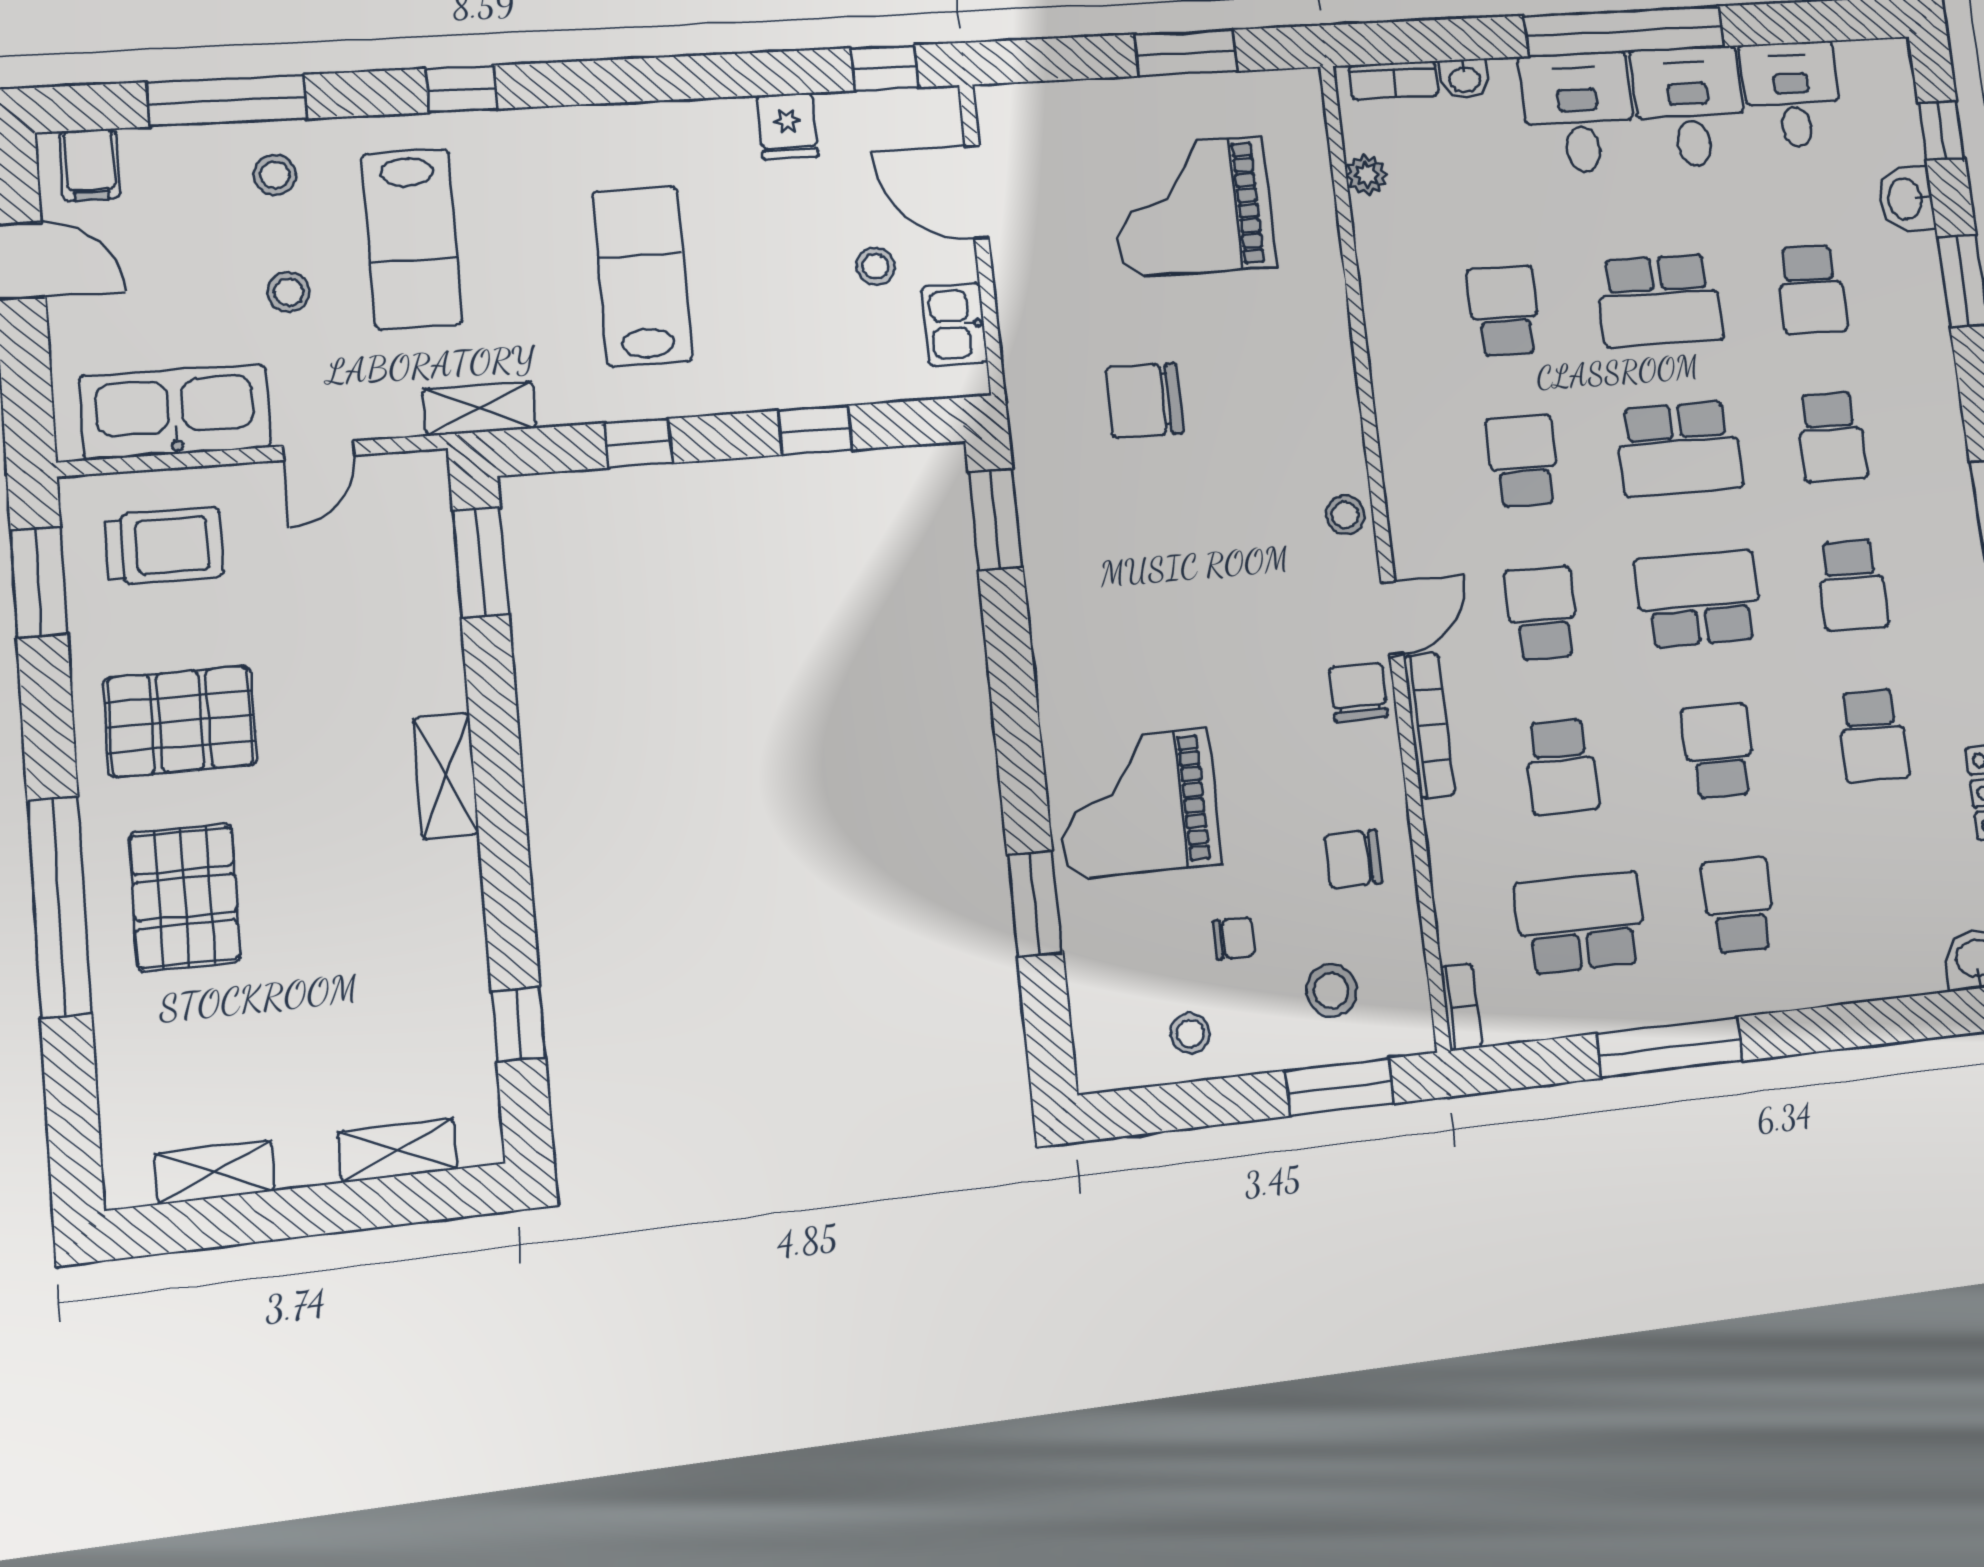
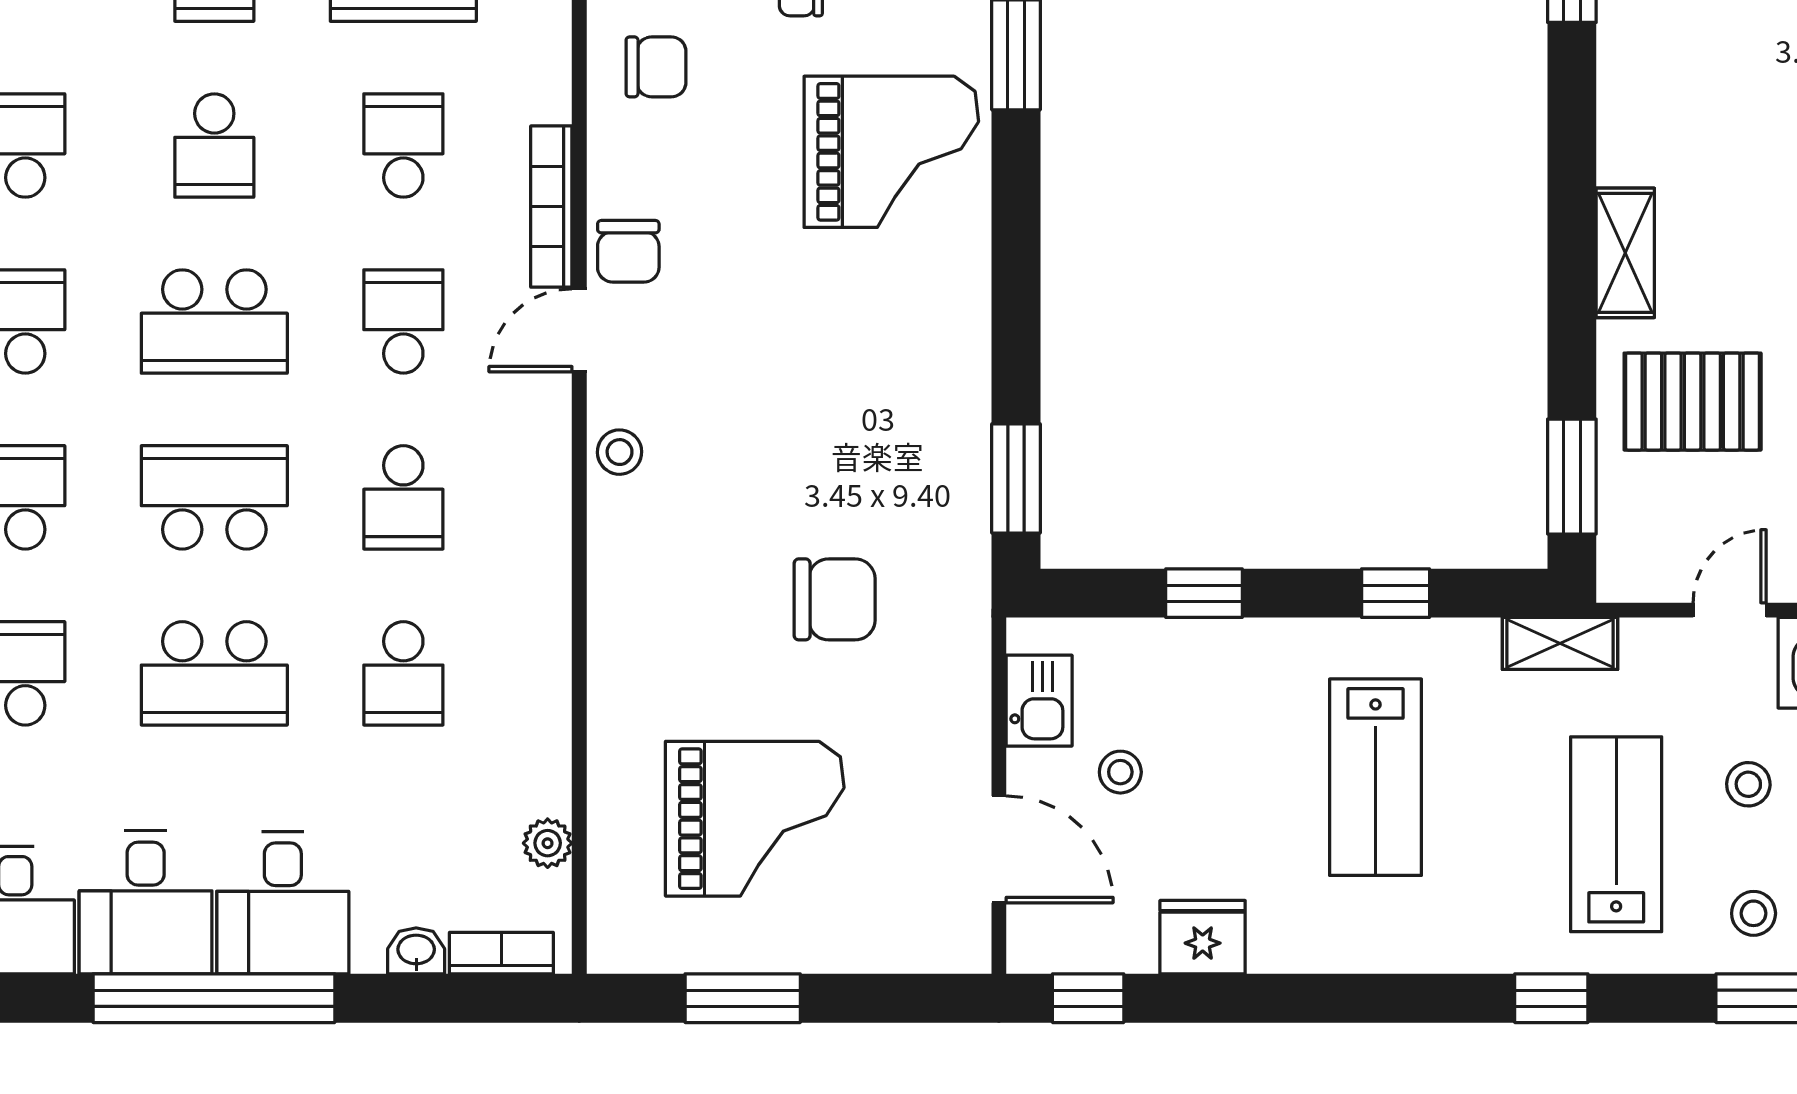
fridge: (787, 126) -> (1203, 937), width x1.38
school desk: (1659, 300) -> (214, 673), turned 180
school desk: (1542, 613) -> (403, 321), turned 180
pallet: (370, 642) -> (1693, 402), added

